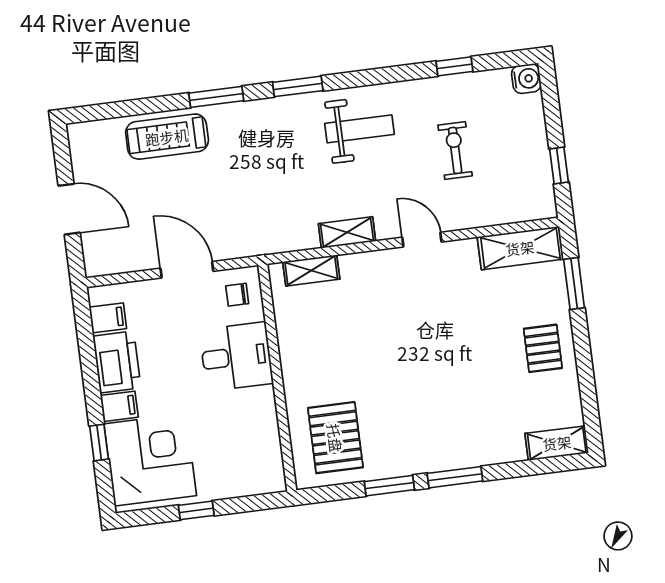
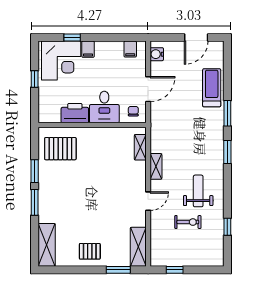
water cooler: (526, 79) -> (157, 54), moved, turned 90
weight bench: (360, 129) -> (198, 191), moved, turned 180
door: (69, 209) -> (196, 37), moved
printer: (117, 362) -> (75, 113), moved, turned 180
shelving: (557, 443) -> (47, 245), width x1.50, depth x1.33

